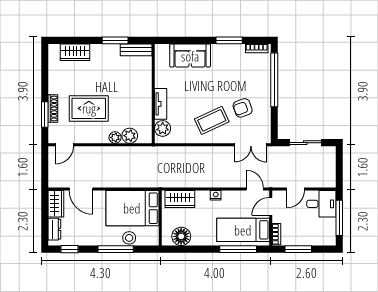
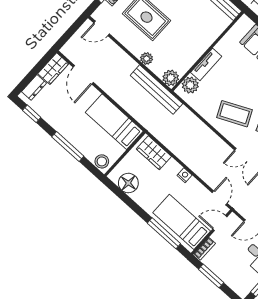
plant: (130, 136) -> (171, 78), moved
bench: (142, 153) -> (156, 90), added
bed: (132, 208) -> (114, 122), width x0.67
stool: (129, 238) -> (102, 161), moved

